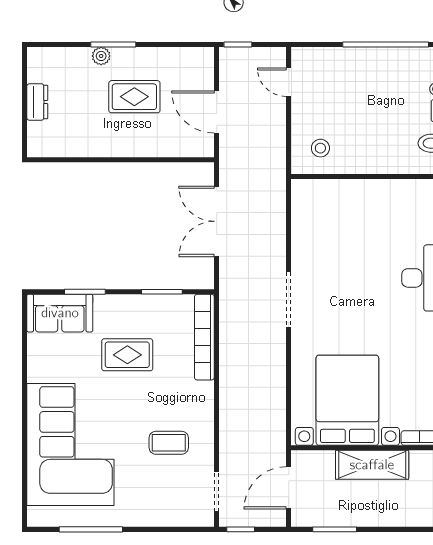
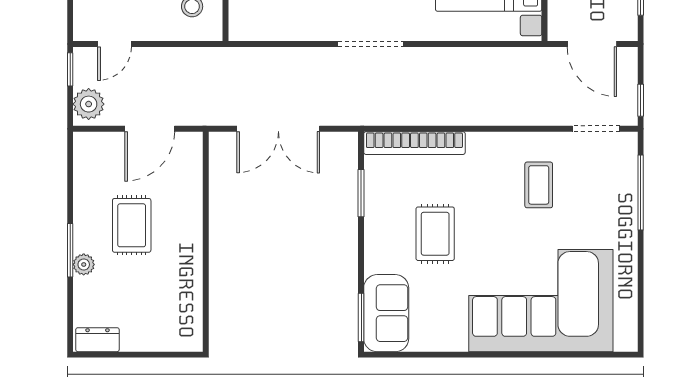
window: (238, 44) -> (70, 69), moved
plant: (238, 60) -> (89, 104), added
dresser: (37, 102) -> (97, 340), moved
window: (85, 292) -> (361, 318), moved
window: (91, 529) -> (641, 192), moved

